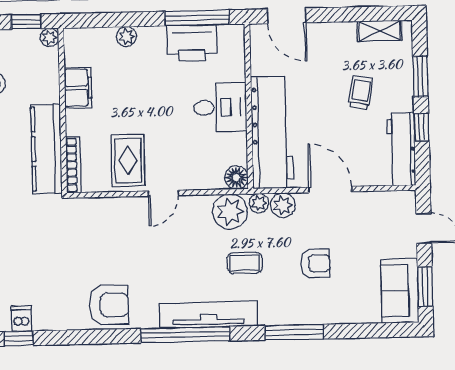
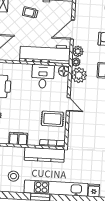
desk: (220, 107) -> (43, 76), moved

